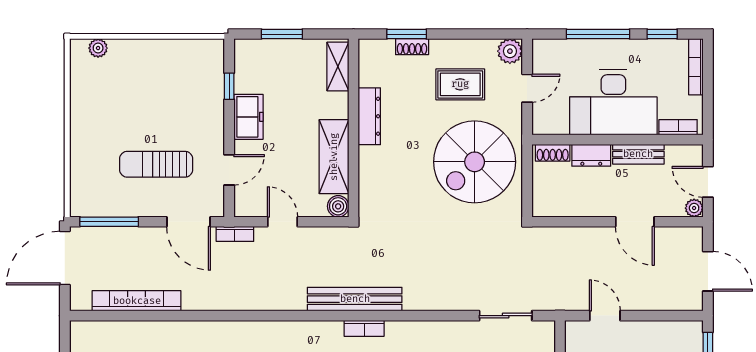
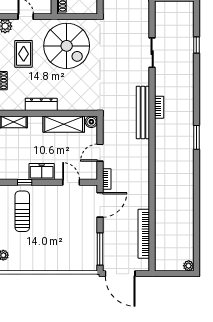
sun lounger: (156, 164) -> (22, 211), moved, turned 180
sliding door: (506, 316) -> (152, 53), moved

